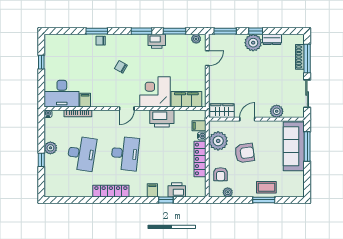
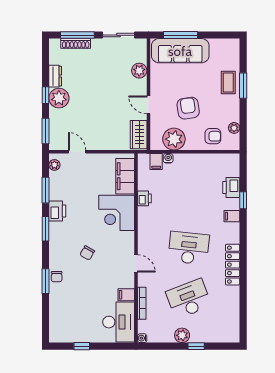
door: (127, 108) -> (136, 263), moved
printer: (162, 118) -> (144, 198), width x0.53, depth x0.68
desk: (82, 153) -> (189, 299), turned -30
locker: (200, 159) -> (195, 160), removed

